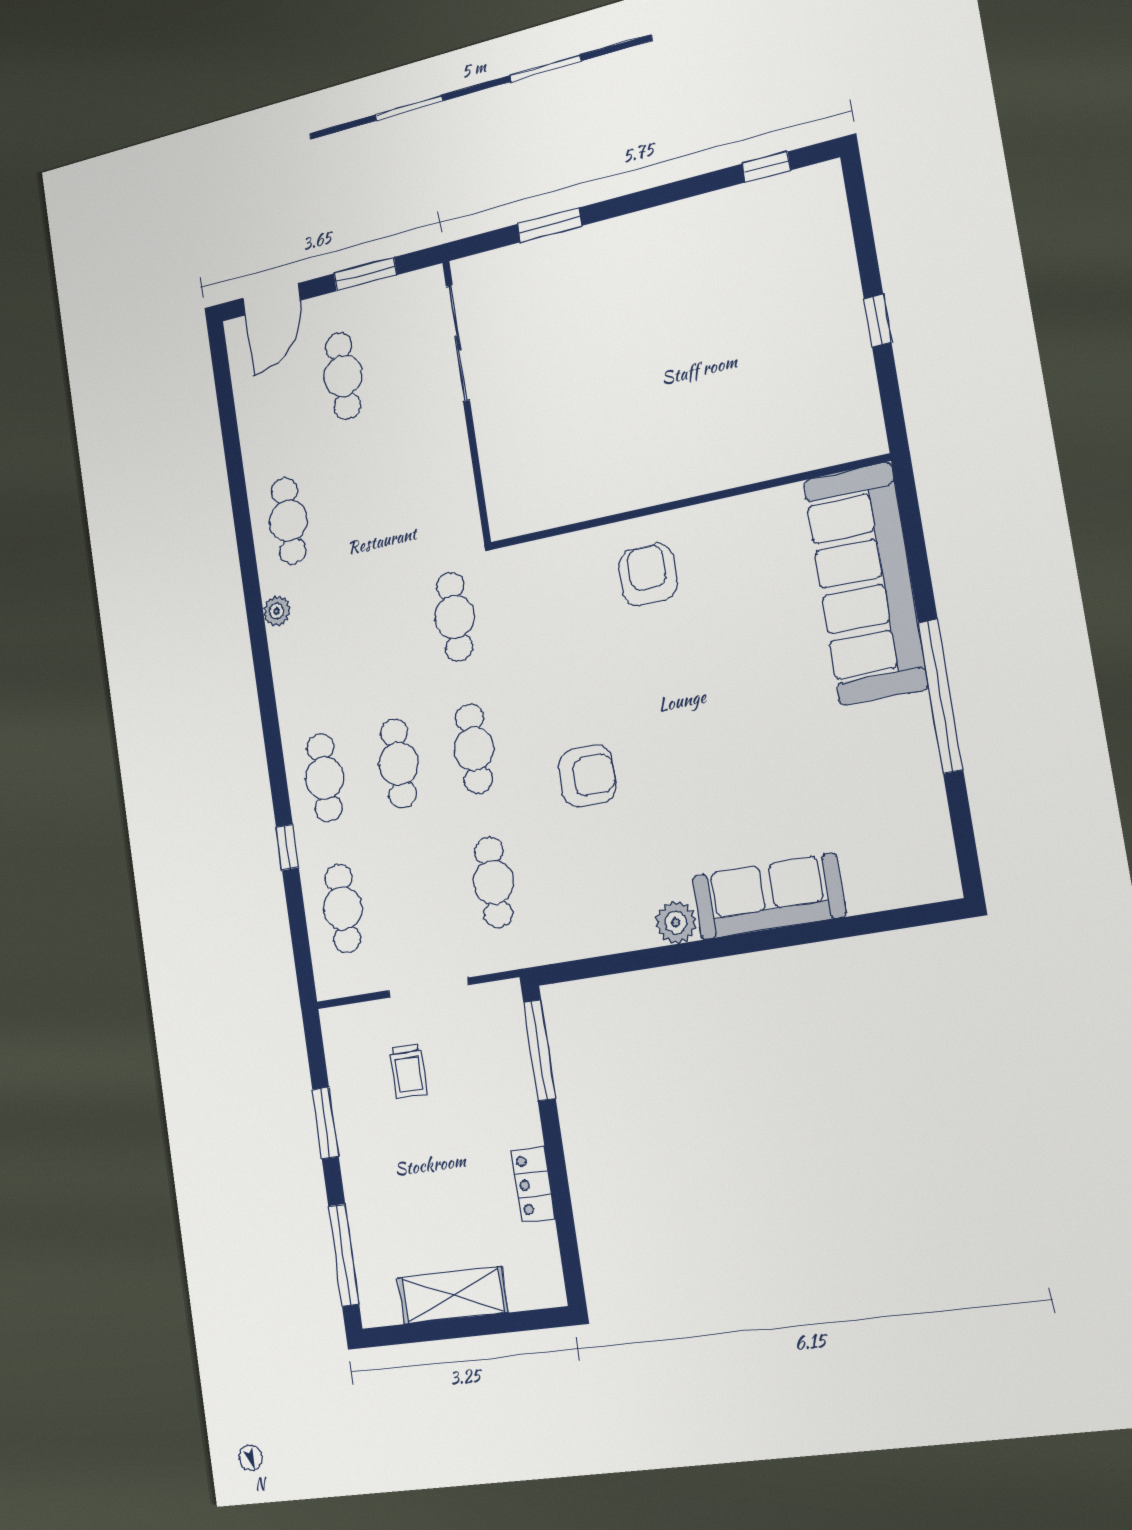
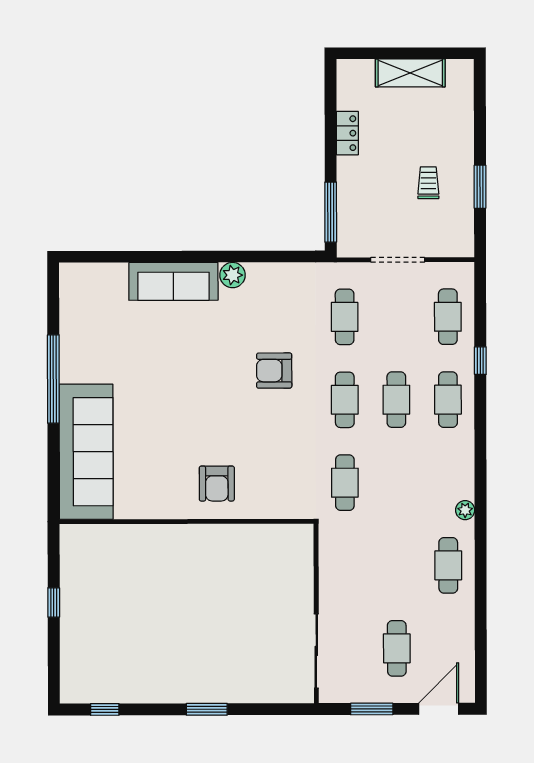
window: (550, 225) -> (207, 709), moved
trolley: (408, 1071) -> (428, 183), moved
window: (344, 1255) -> (480, 105), removed

